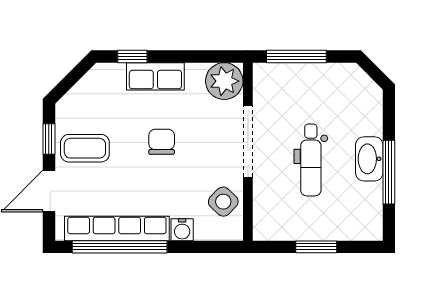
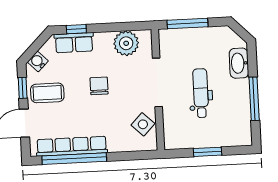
row of seats: (155, 76) -> (74, 43), moved
plant: (224, 81) -> (126, 43), moved
washbasin: (369, 159) -> (239, 63), moved
dental chair: (311, 160) -> (201, 93), turned 180
water cooler: (182, 230) -> (38, 61), moved, turned 135

